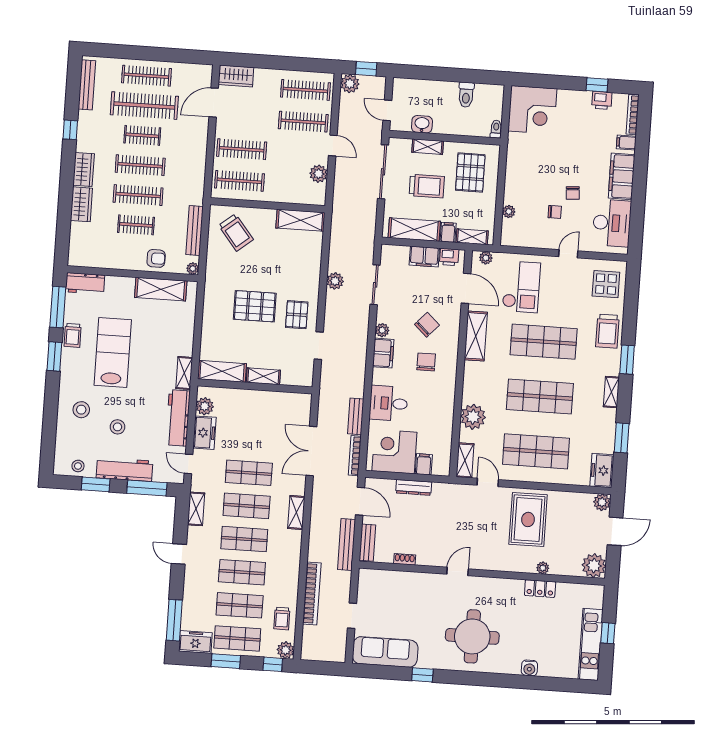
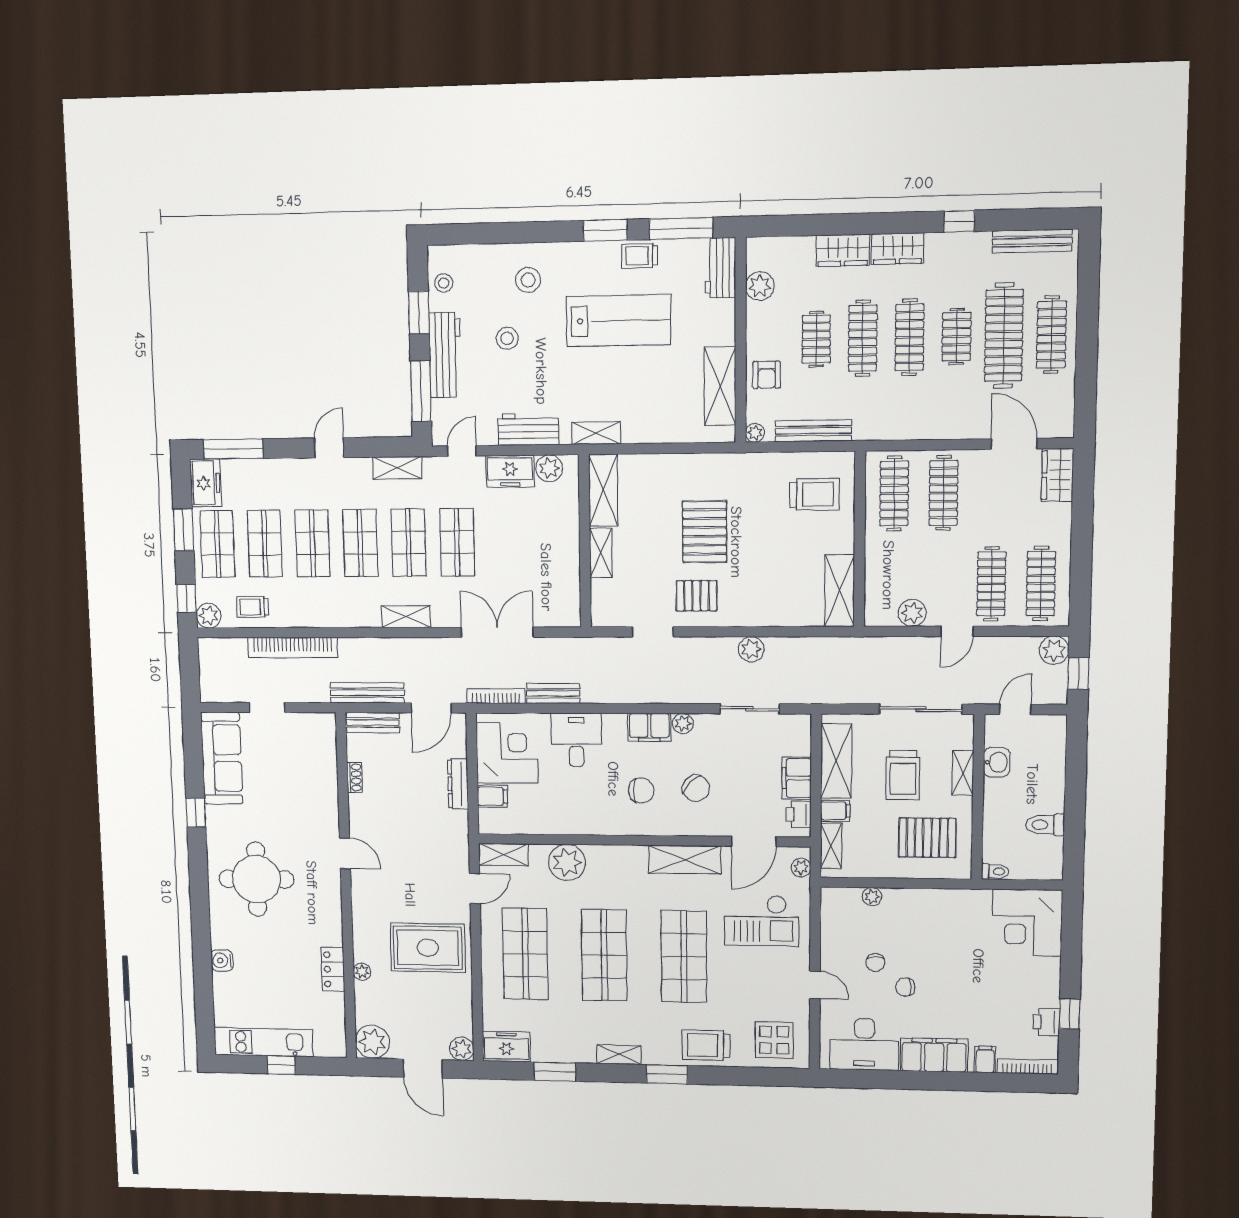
trolley: (236, 233) -> (814, 494), turned -141
plant: (99, 259) -> (760, 286), added
workbench: (178, 418) -> (528, 429), width x0.73

